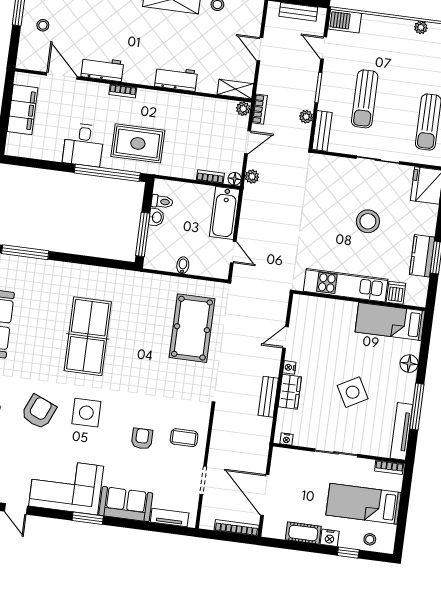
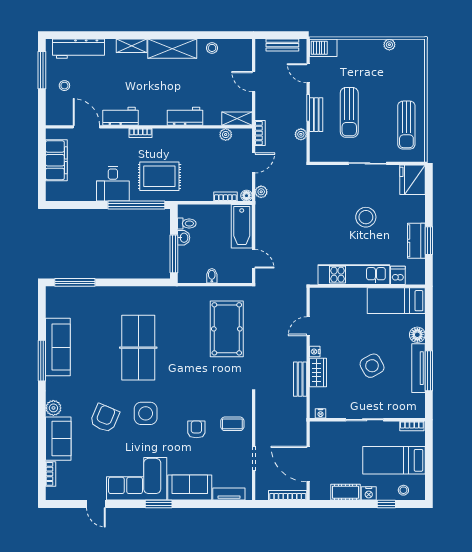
plant: (243, 109) -> (226, 135), moved
bench: (322, 131) -> (316, 115), moved
tv unit: (401, 431) -> (418, 368), moved

